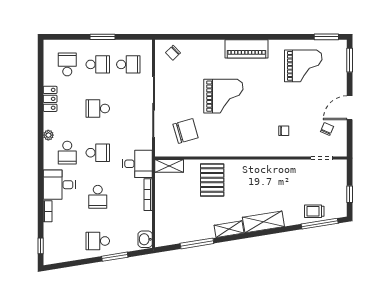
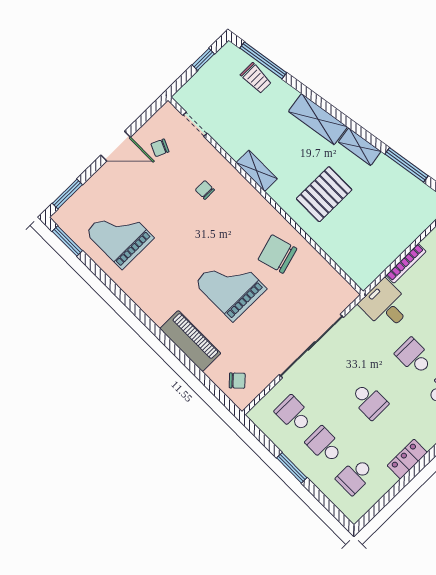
piano: (247, 49) -> (190, 341), moved
chair: (186, 131) -> (278, 254), moved
shelving: (169, 166) -> (257, 171), moved
pallet: (212, 180) -> (324, 194), moved

